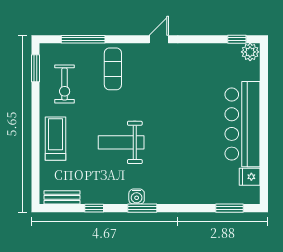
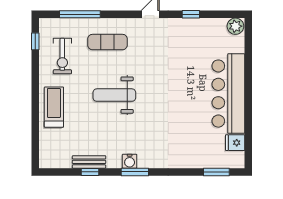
window: (237, 39) -> (191, 14), moved
window: (36, 68) -> (35, 41), width x0.67
exercise mat: (113, 69) -> (107, 42), turned 90
weight bench: (121, 142) -> (114, 95), moved
bench: (62, 197) -> (89, 162), moved

